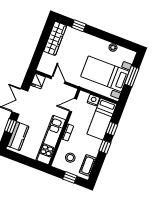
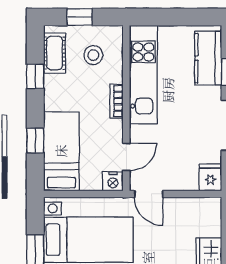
door: (58, 80) -> (149, 194), moved
nightstand: (93, 100) -> (113, 181), moved
window: (105, 147) -> (35, 76), moved

